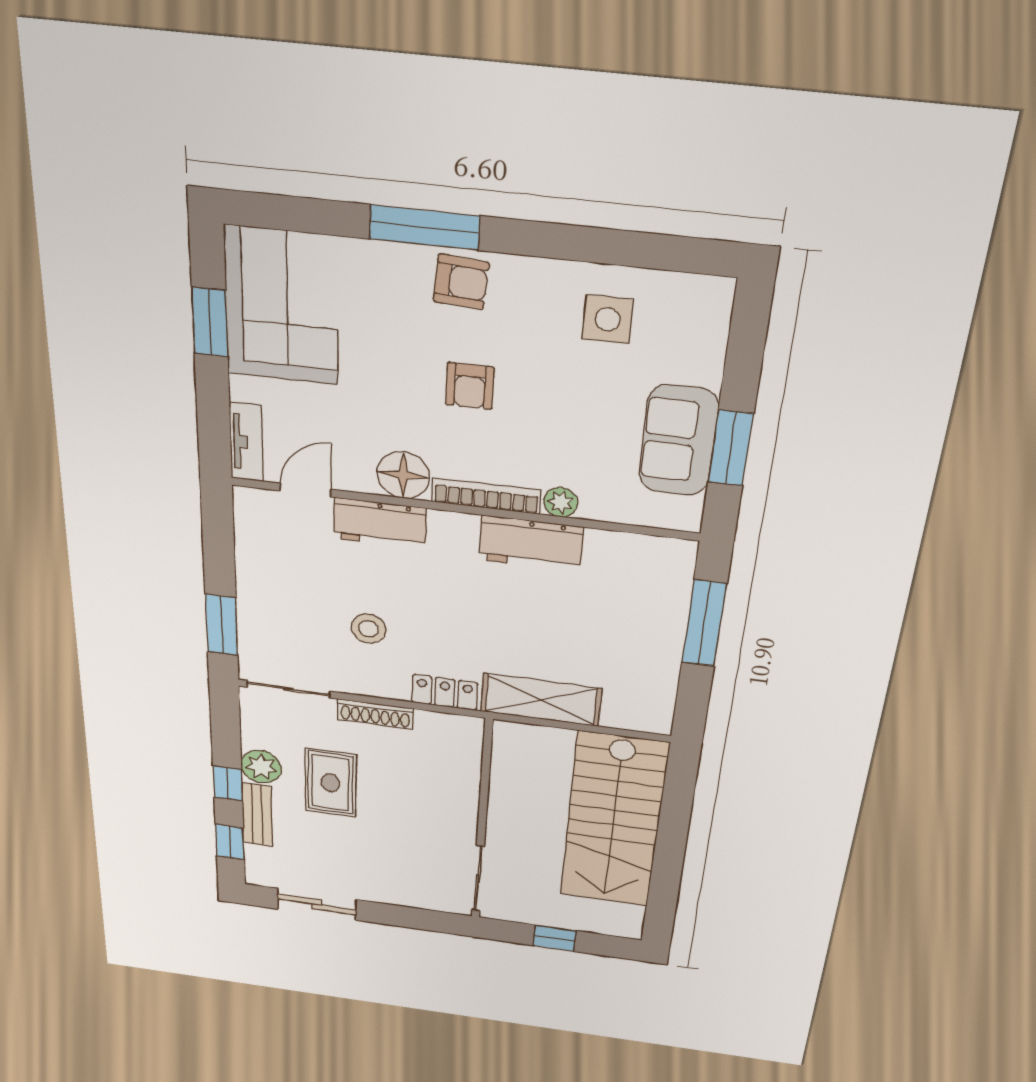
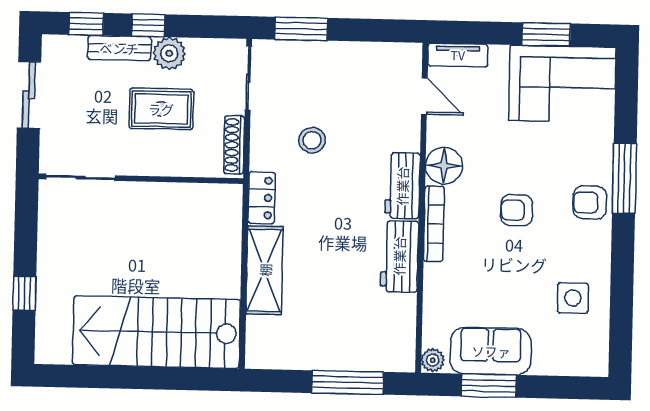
armchair: (461, 282) -> (590, 202), turned 86
plant: (561, 502) -> (433, 360), moved
workbench: (380, 523) -> (402, 186), moved
wall: (482, 822) -> (141, 179), moved
sliding door: (478, 879) -> (81, 177), moved

